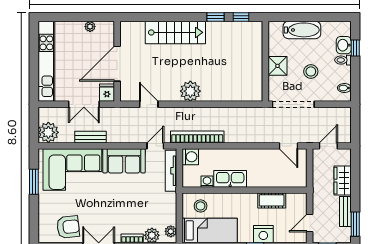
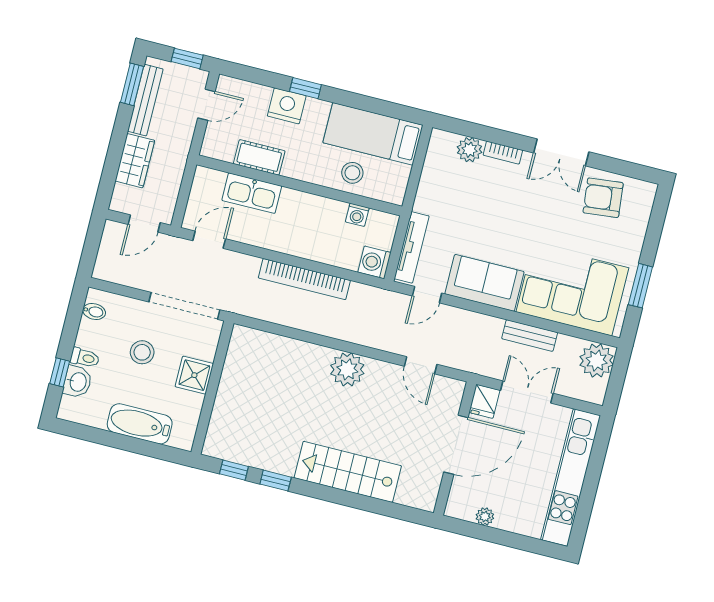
bookcase: (197, 137) -> (304, 279), moved
door: (289, 146) -> (209, 240), hinge flipped
kitchen sink: (230, 179) -> (252, 193), moved
stool: (201, 206) -> (352, 173), moved
bench: (345, 211) -> (145, 100), width x1.36
plant: (171, 231) -> (437, 148), removed

